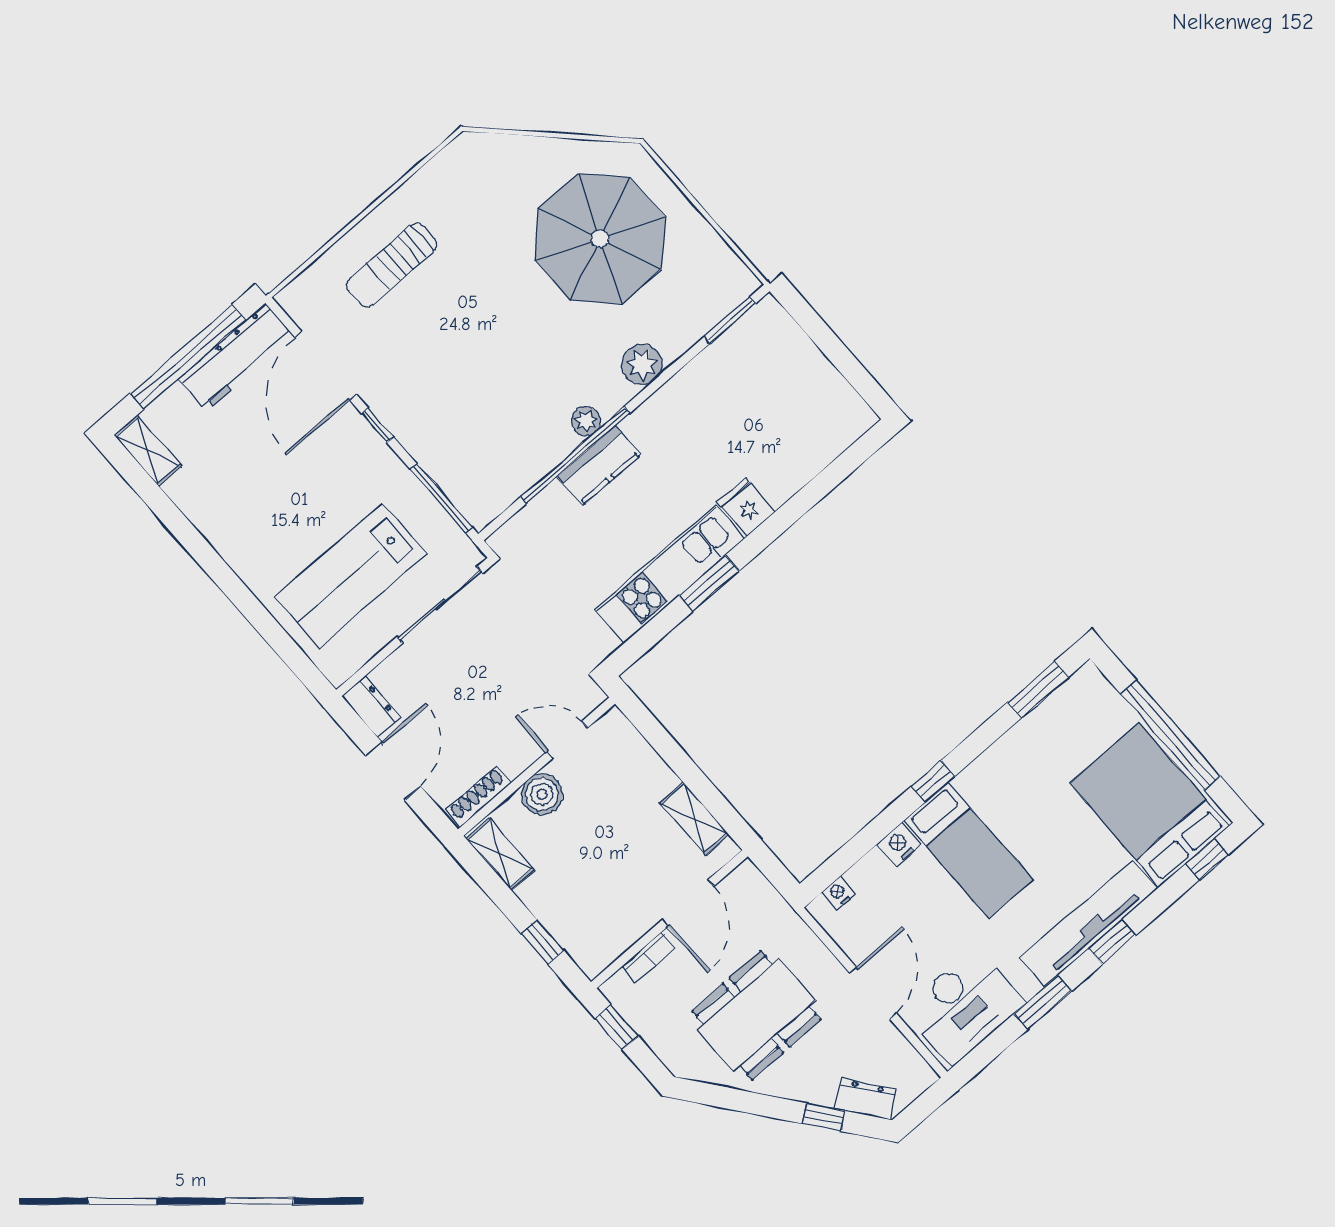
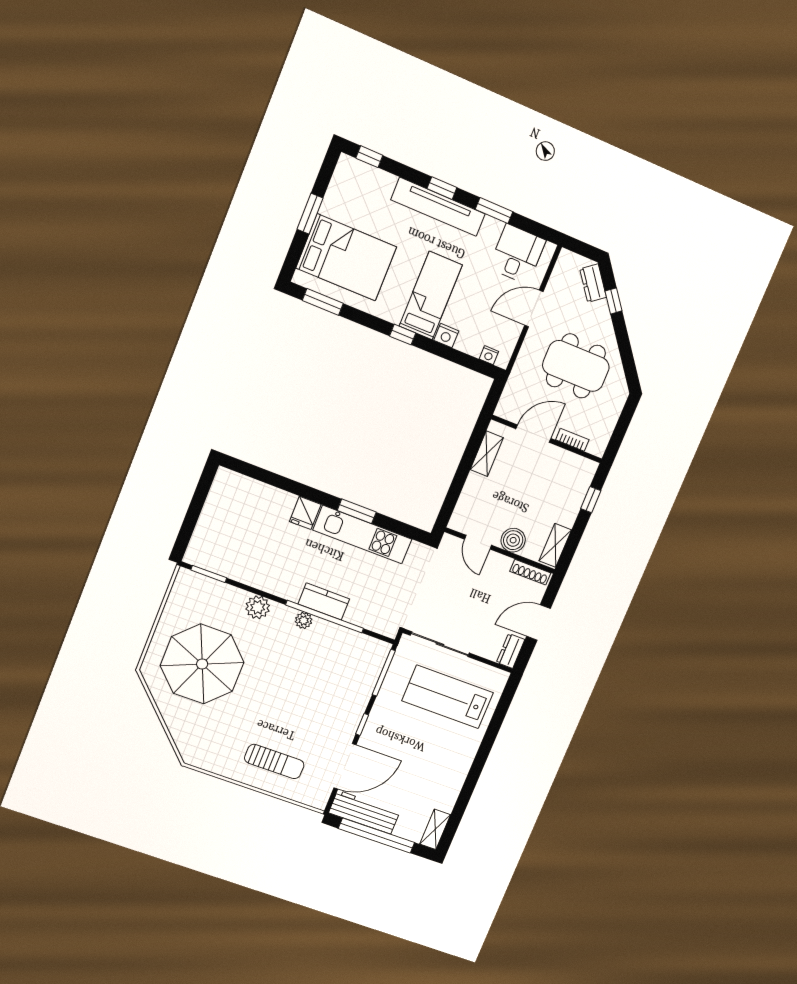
lab bench: (351, 575) -> (448, 697), turned 180
window: (1170, 735) -> (310, 214), width x0.47
bed: (1149, 805) -> (346, 257), moved, turned -90
desk: (964, 1006) -> (517, 254), width x0.73
window: (617, 1027) -> (617, 437), removed

